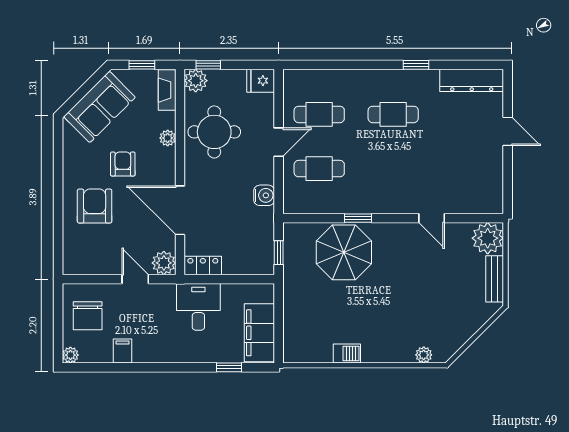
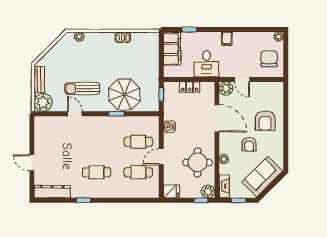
sun lounger: (418, 263) -> (82, 88), added
locker: (203, 265) -> (190, 87), moved
filing cabinet: (122, 351) -> (227, 39), moved

